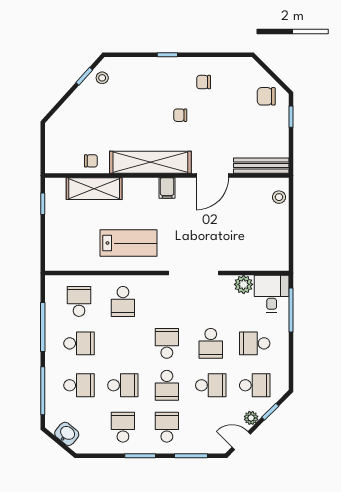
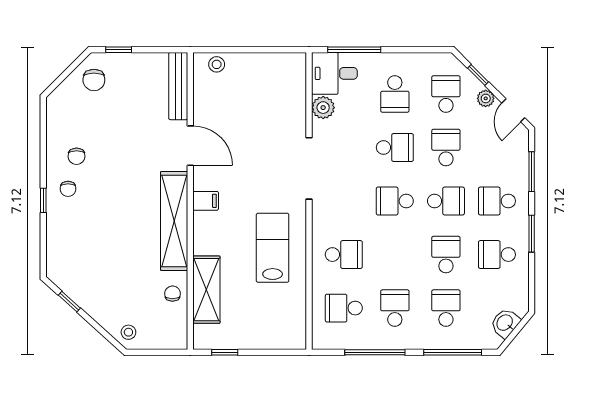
stool: (102, 78) -> (128, 332), moved
chair: (180, 115) -> (68, 189), moved

